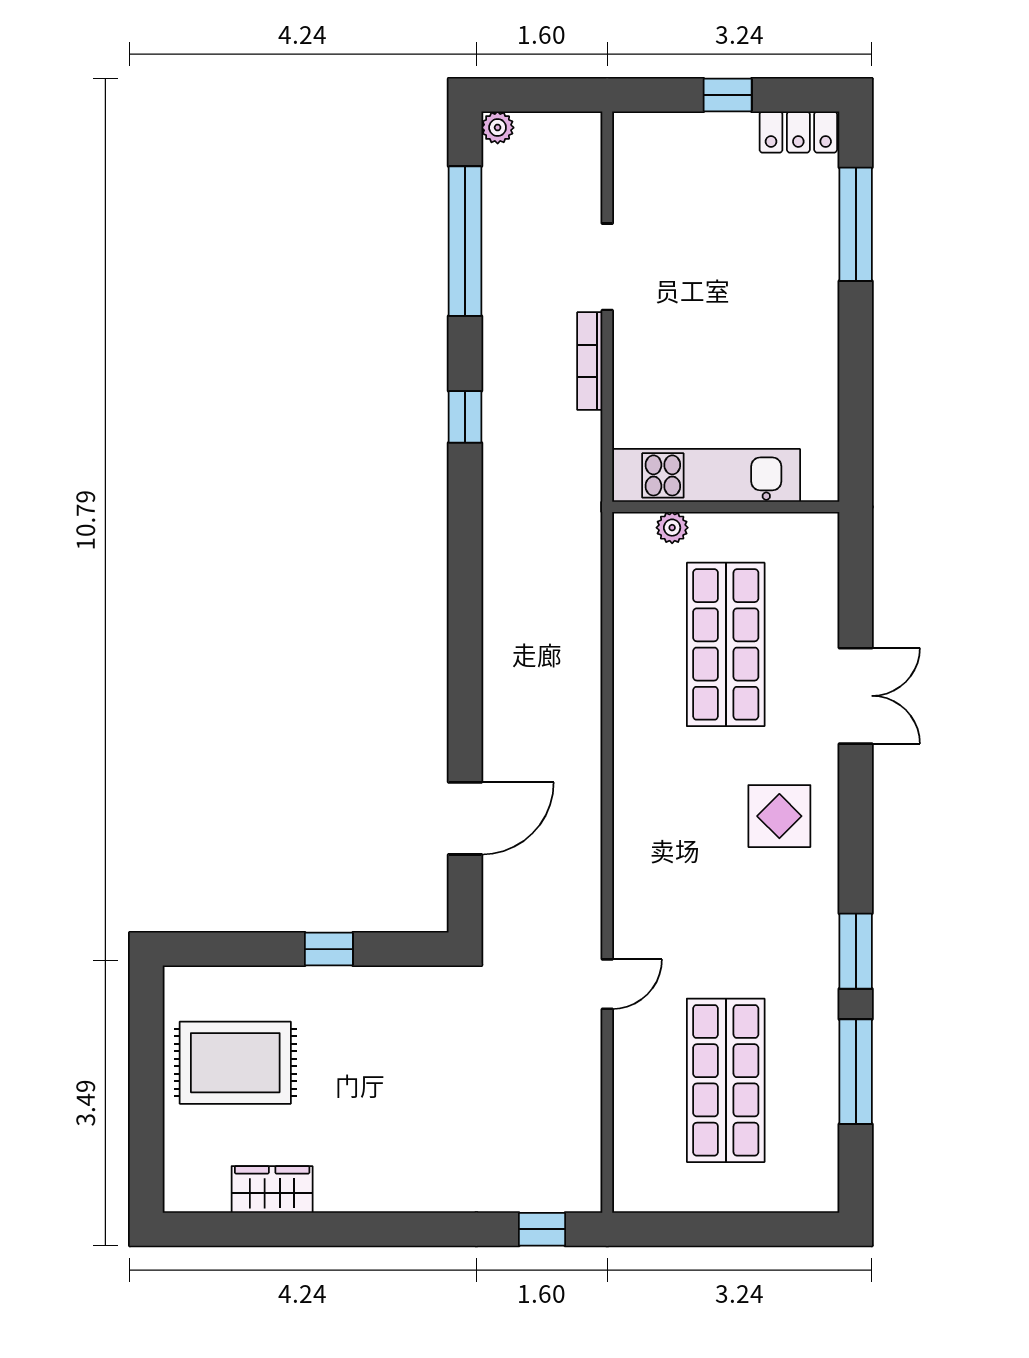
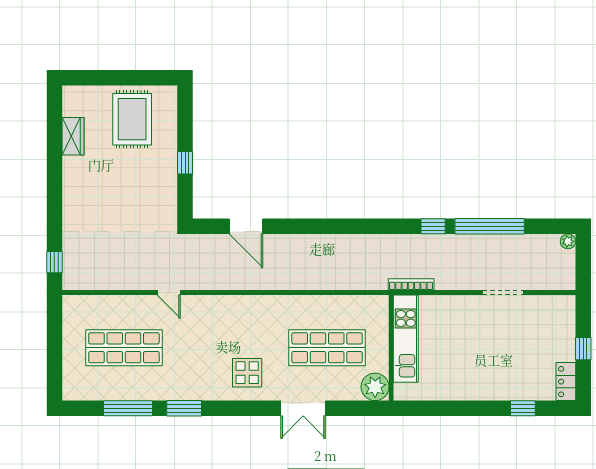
window: (856, 224) -> (523, 408), width x0.46
window: (465, 241) -> (490, 226), moved
bookcase: (590, 361) -> (411, 284), moved
plant: (672, 528) -> (375, 387), moved, width x1.87, depth x1.87

